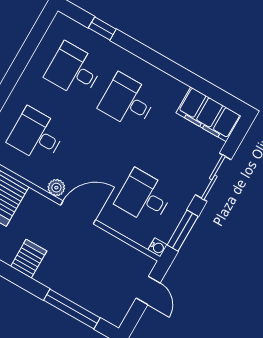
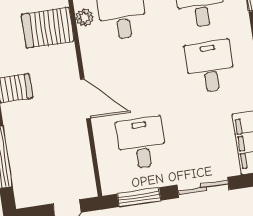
plant: (56, 188) -> (84, 18), moved
water cooler: (157, 247) -> (109, 187), removed

